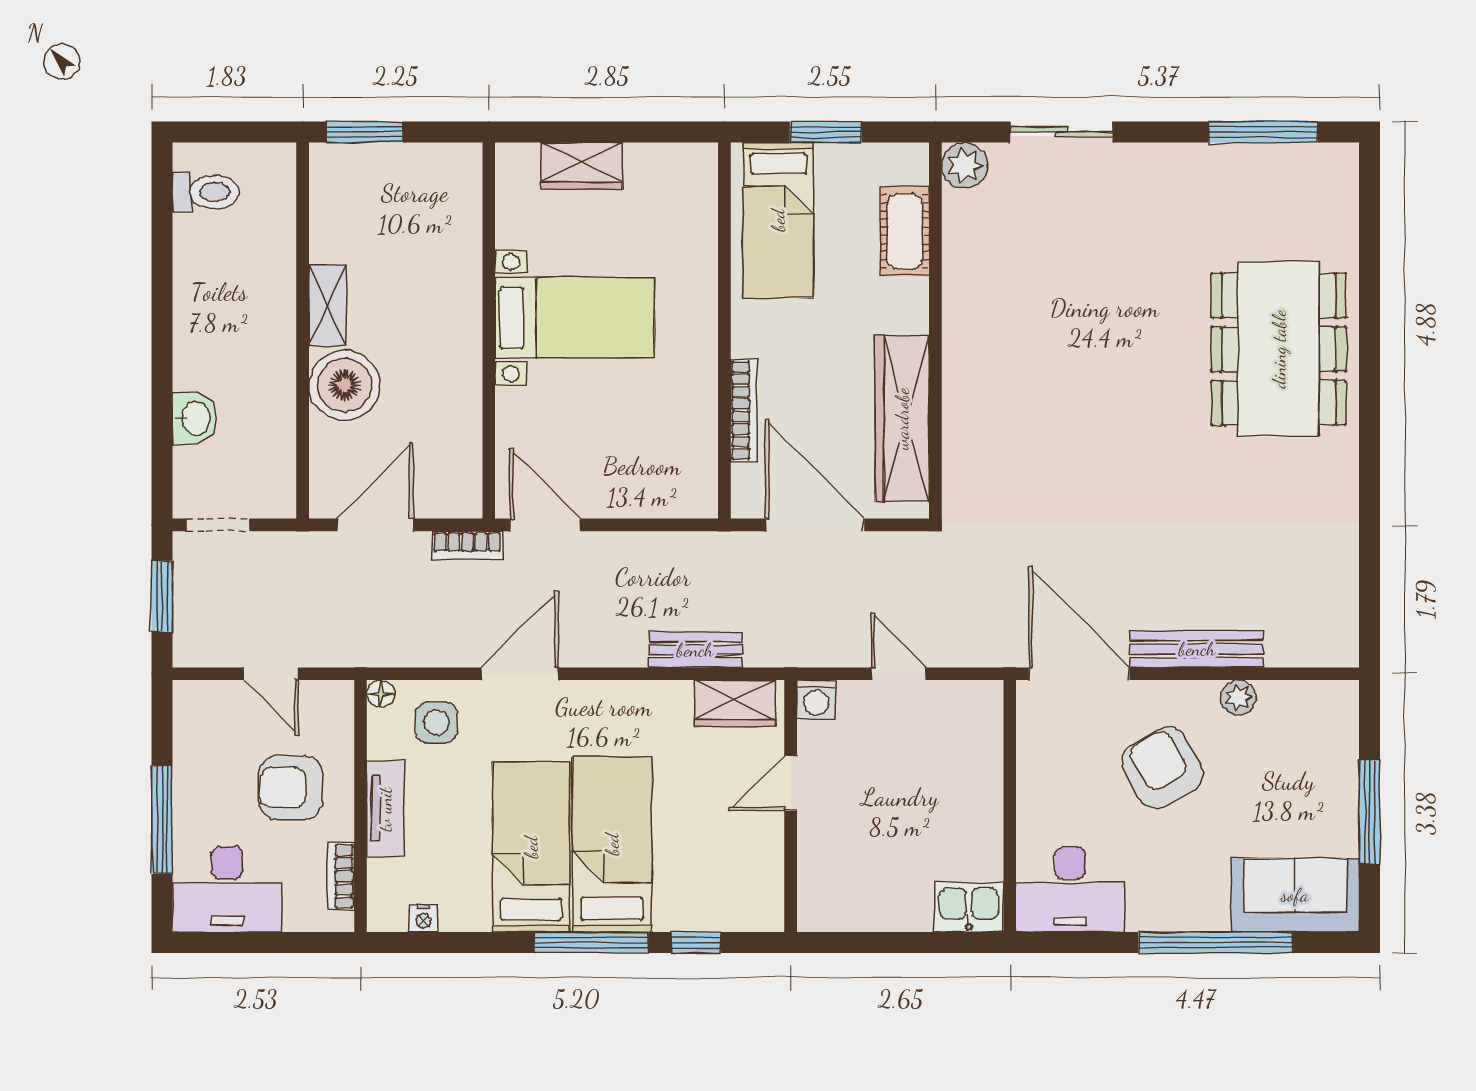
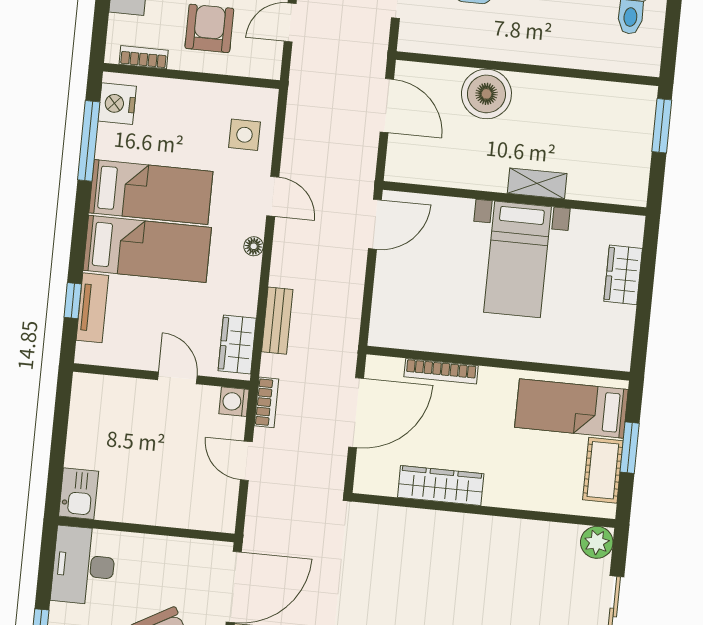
cot: (905, 231) -> (603, 470), moved, turned 90
shelving: (327, 306) -> (537, 183), moved
wardrobe: (902, 419) -> (441, 486), width x0.71, depth x0.85
bookcase: (467, 545) -> (266, 402), moved, turned 180
door: (520, 674) -> (273, 196), width x0.73
door: (899, 674) -> (246, 461), swing flipped
floor lamp: (381, 694) -> (254, 246), moved
tv unit: (385, 809) -> (92, 308), moved, turned -90
nightstand: (423, 918) -> (117, 104), width x1.89, depth x1.79
window: (591, 943) -> (89, 141), moved

